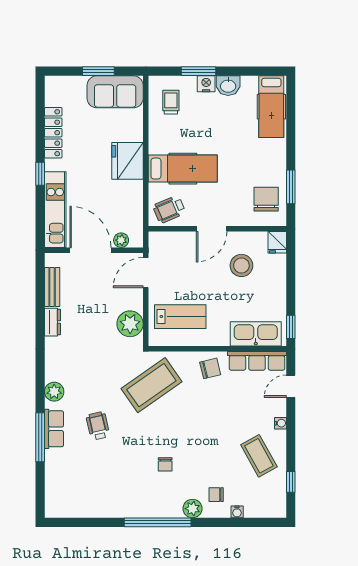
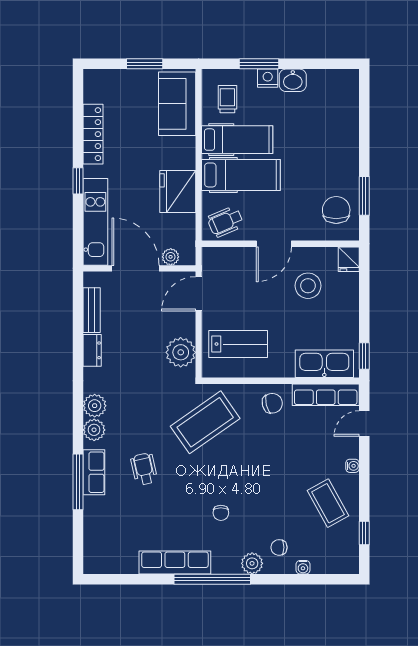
sofa: (115, 92) -> (177, 104), moved, turned 90
hospital bed: (271, 107) -> (237, 140), moved, turned -90
fridge: (127, 161) -> (178, 191), moved
plant: (55, 370) -> (95, 406), added
row of seats: (125, 508) -> (175, 563), added

